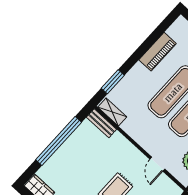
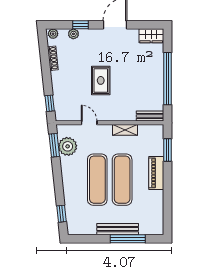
piano: (158, 52) -> (156, 173), moved
shelving: (112, 112) -> (125, 130), moved

